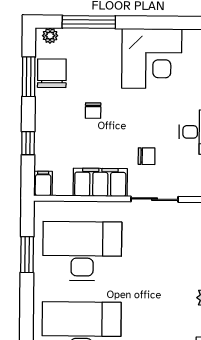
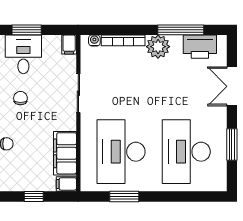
chair: (147, 156) -> (20, 98), moved
filing cabinet: (100, 182) -> (65, 153), moved

